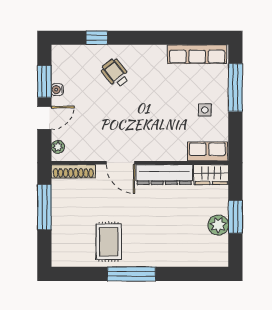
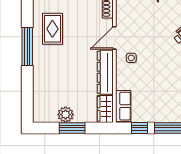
side table: (205, 110) -> (131, 58), moved
window: (235, 131) -> (140, 128), added
rug: (109, 242) -> (52, 29), turned 90

